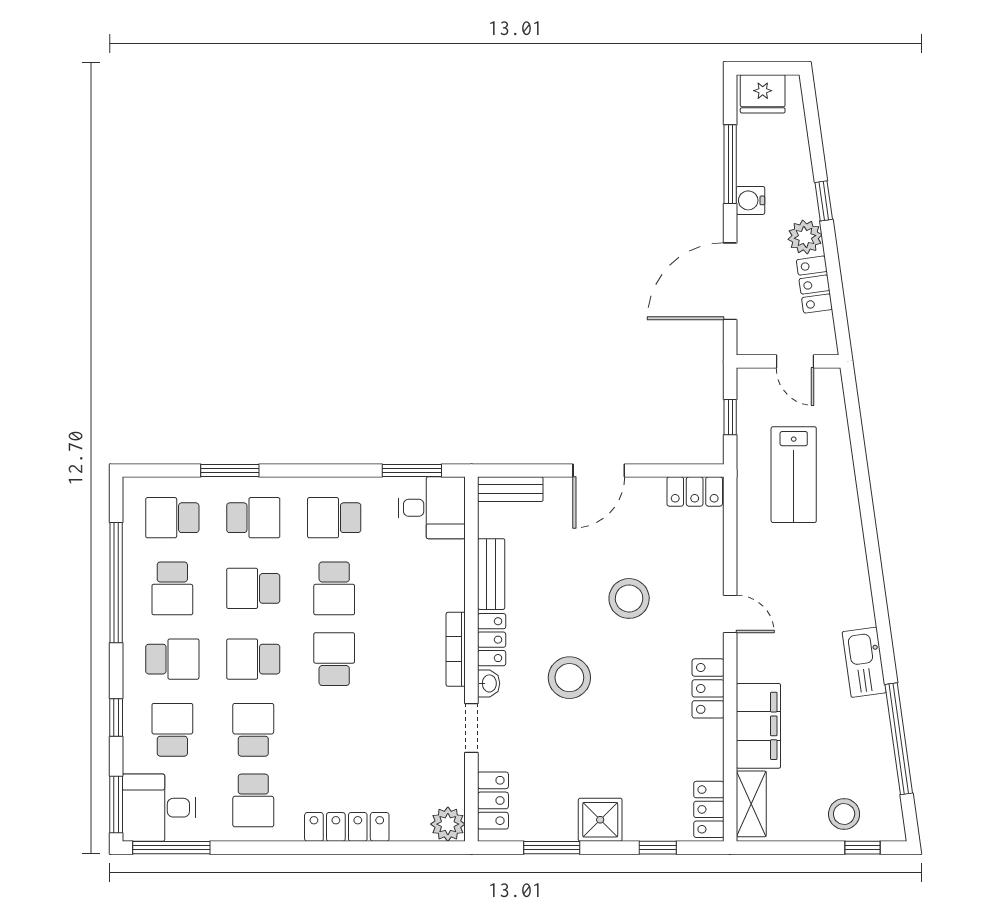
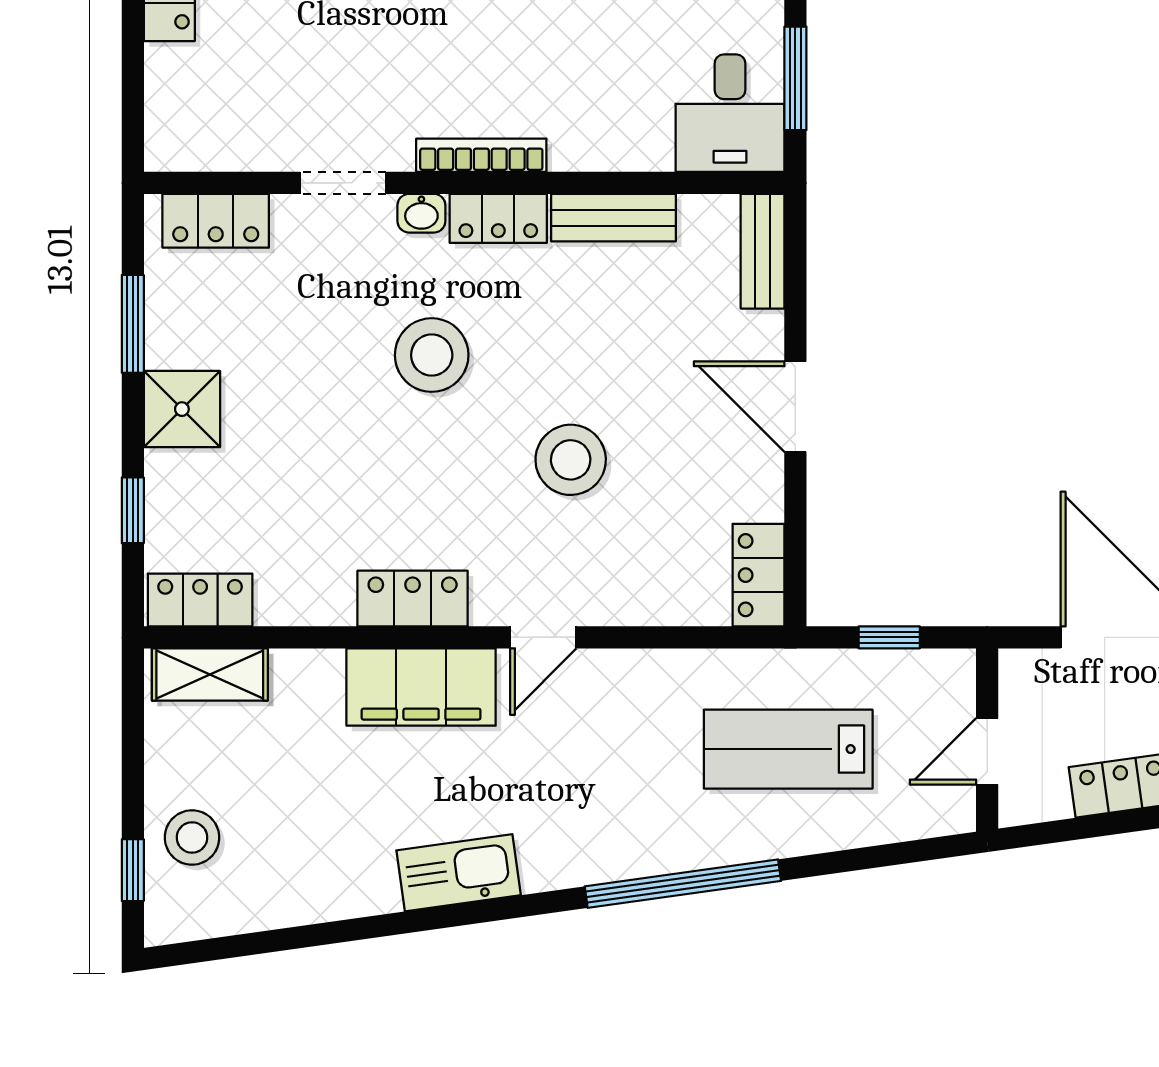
filing cabinet: (758, 726) -> (421, 687), moved
window: (899, 739) -> (683, 884), moved
plant: (448, 824) -> (174, 141), removed

